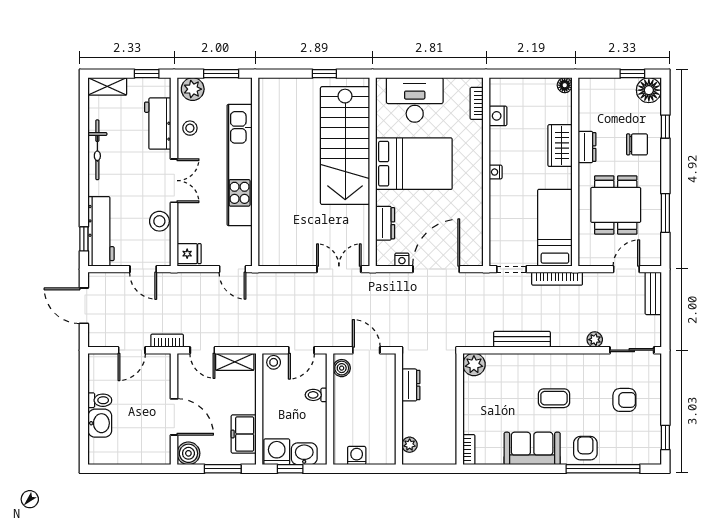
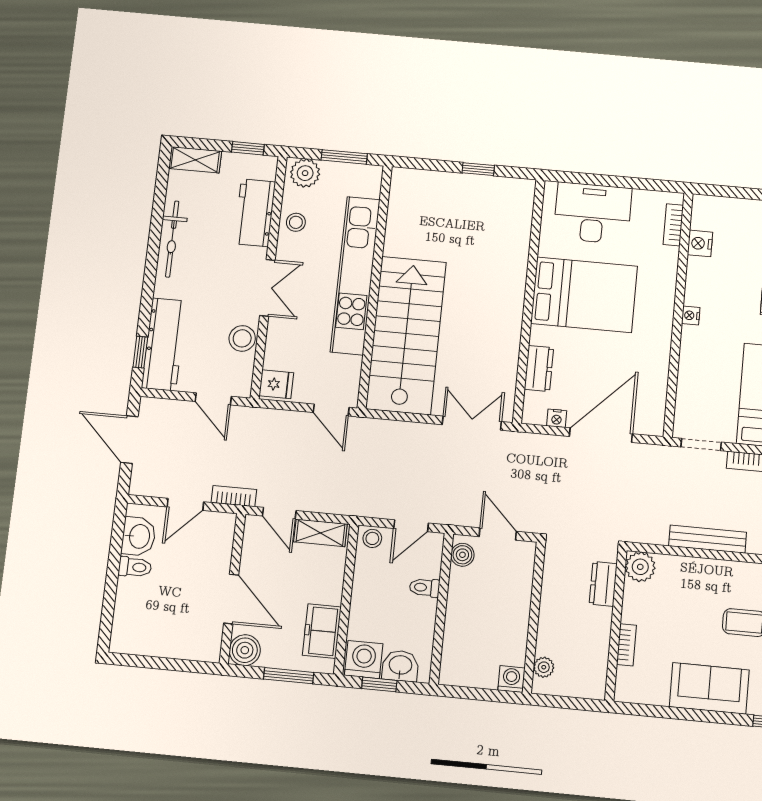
stairs: (345, 146) -> (406, 335), moved, turned 180
dresser: (411, 385) -> (603, 584), moved, turned 180
washbasin: (100, 423) -> (139, 536), moved
bookcase: (469, 450) -> (626, 645), moved
washing machine: (357, 456) -> (511, 679), moved

